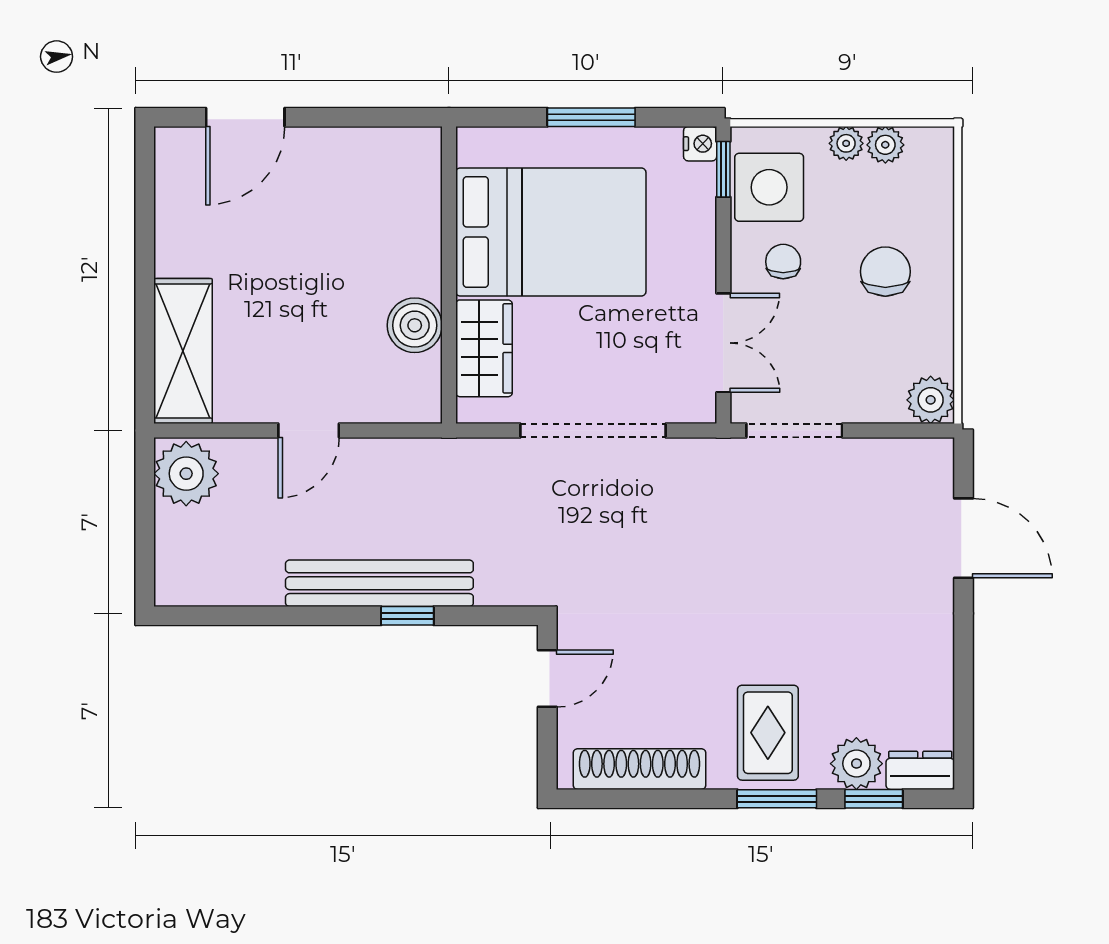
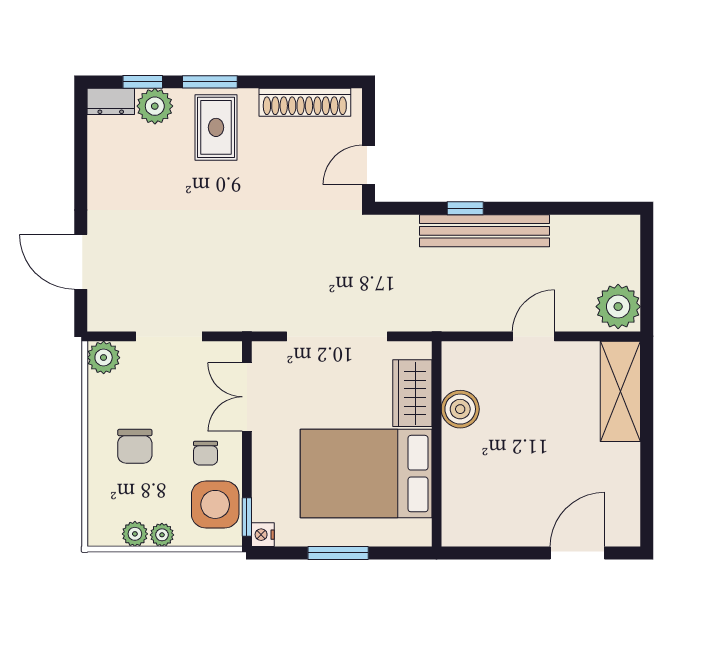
doorway: (794, 430) -> (169, 336), moved

